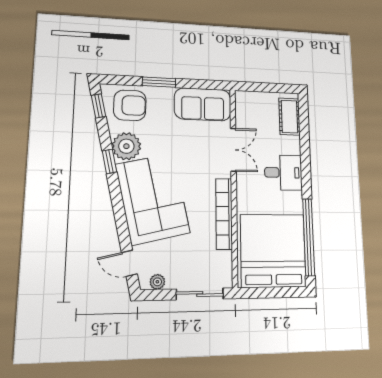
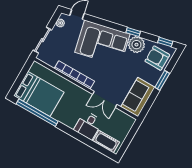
armchair: (130, 105) -> (157, 58), turned 90
desk: (283, 173) -> (88, 125), moved
bed: (273, 250) -> (39, 94), width x0.73

